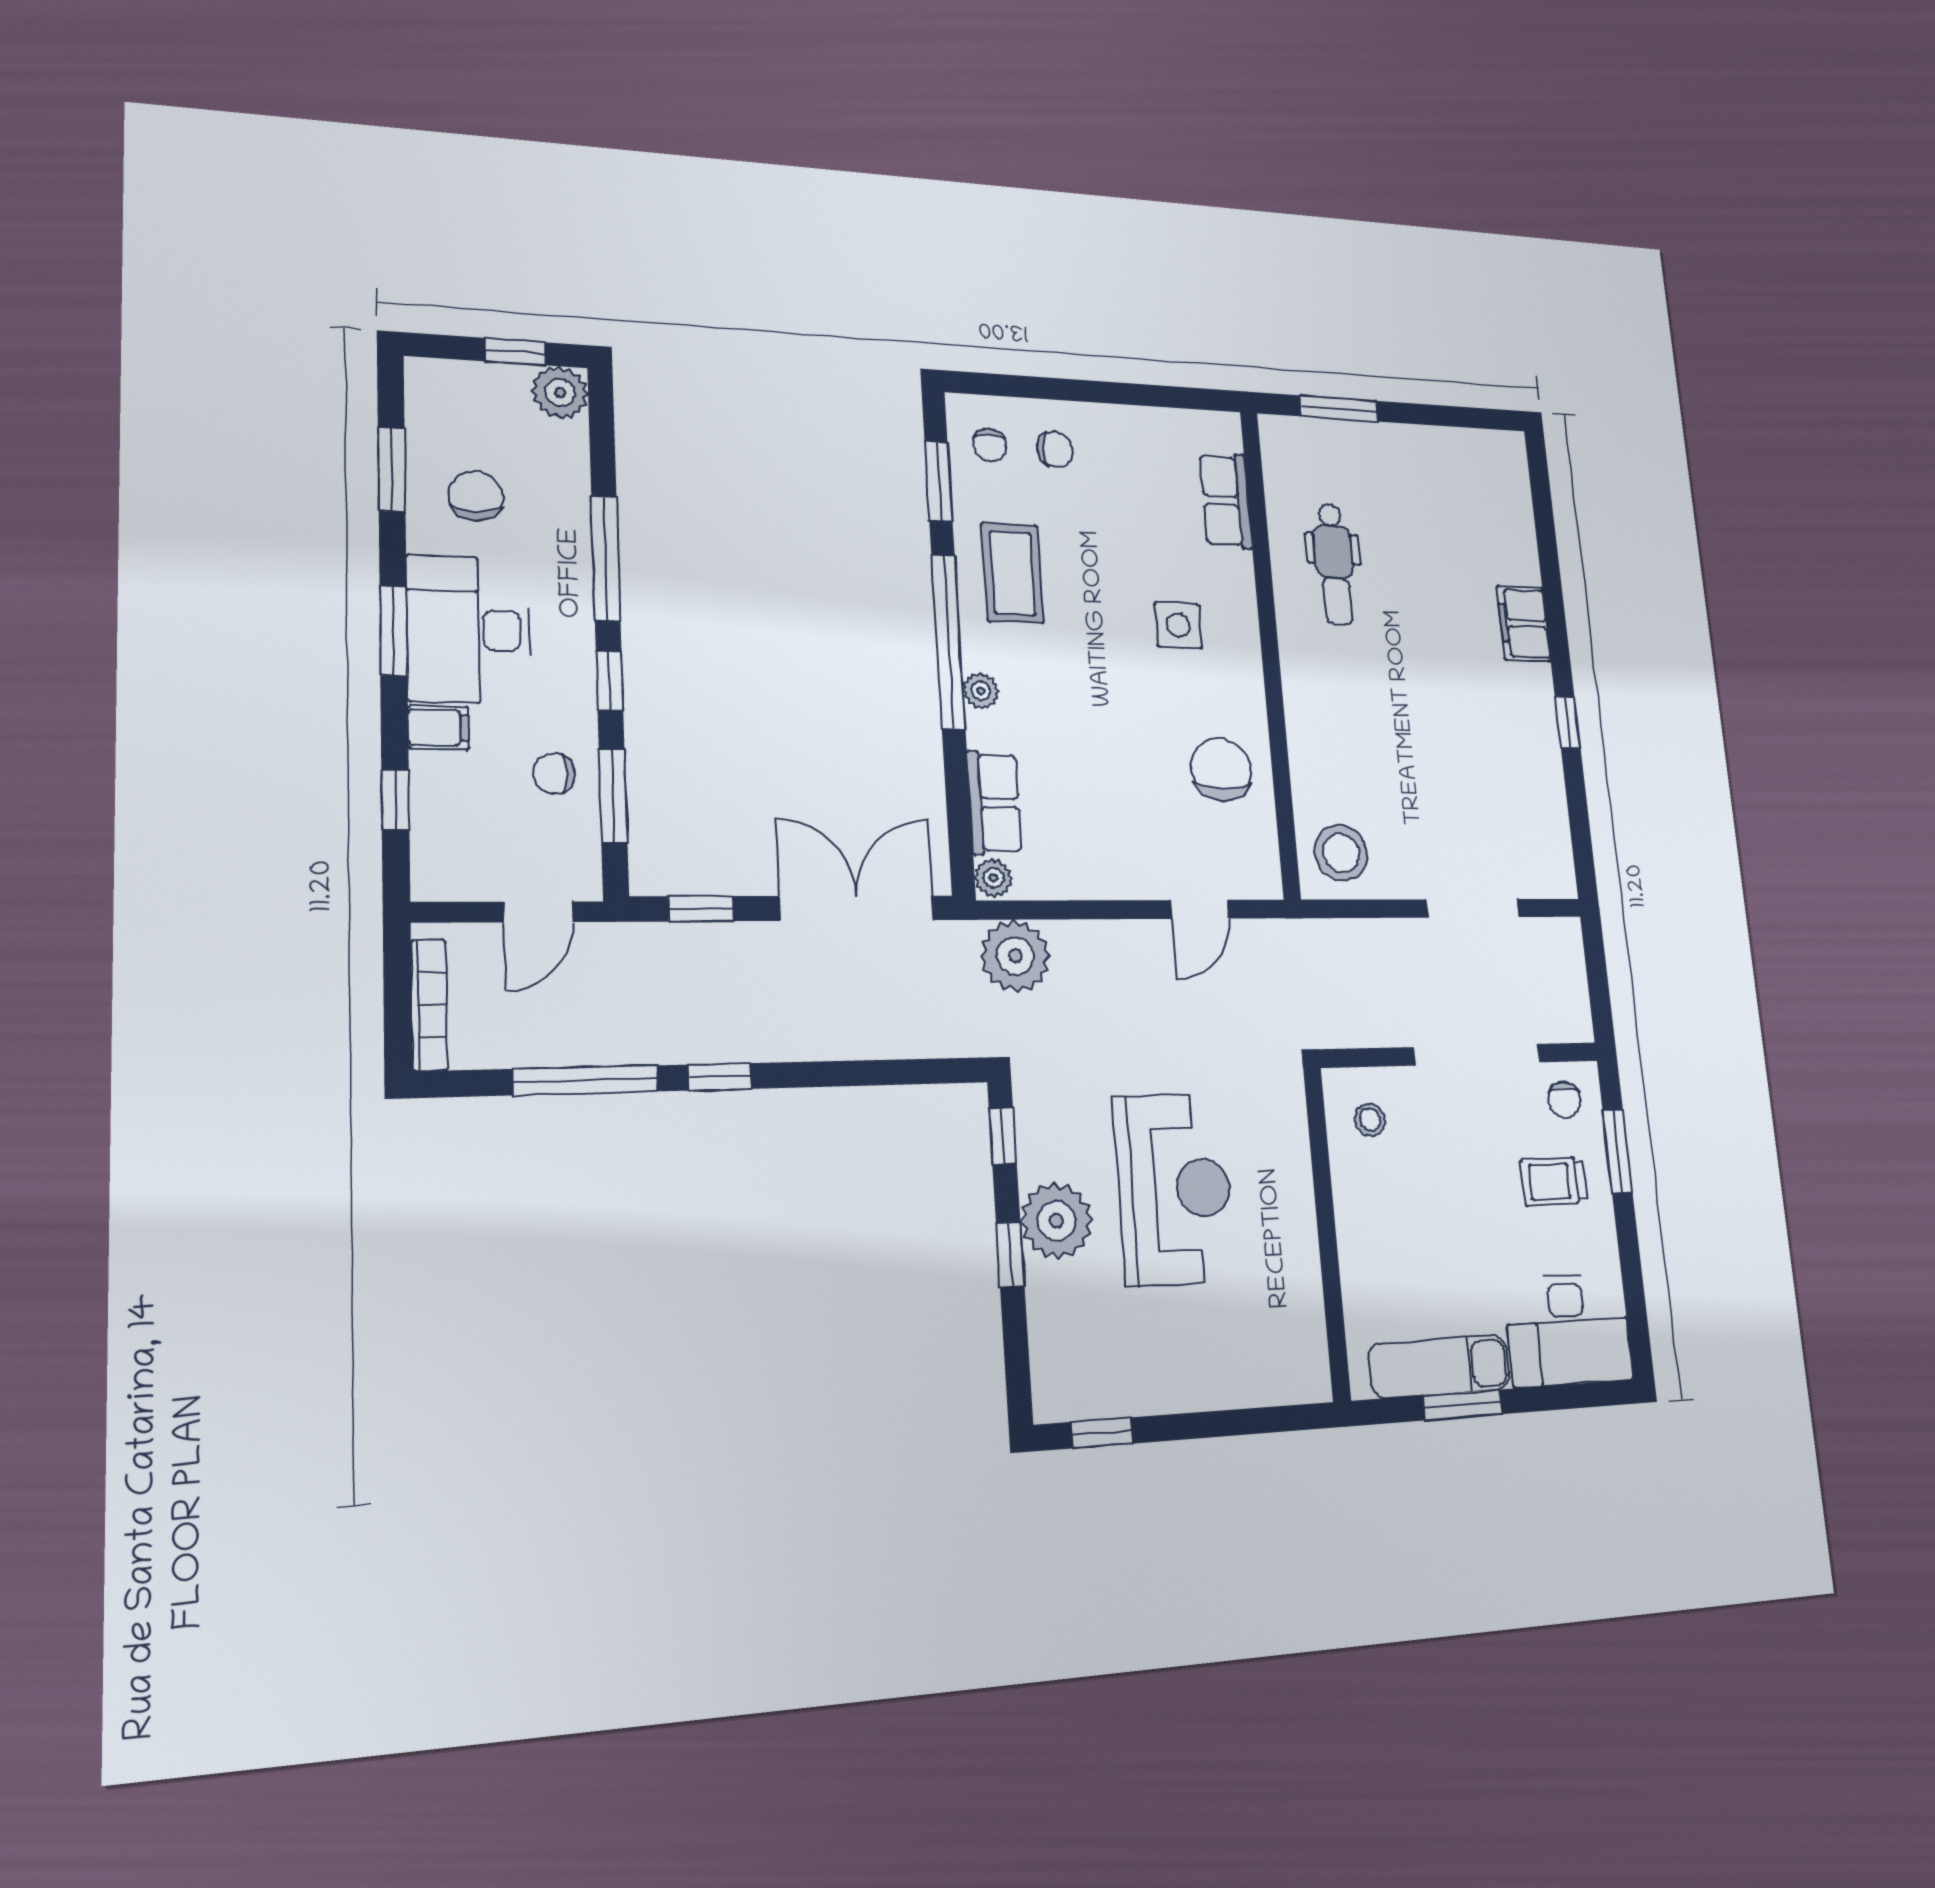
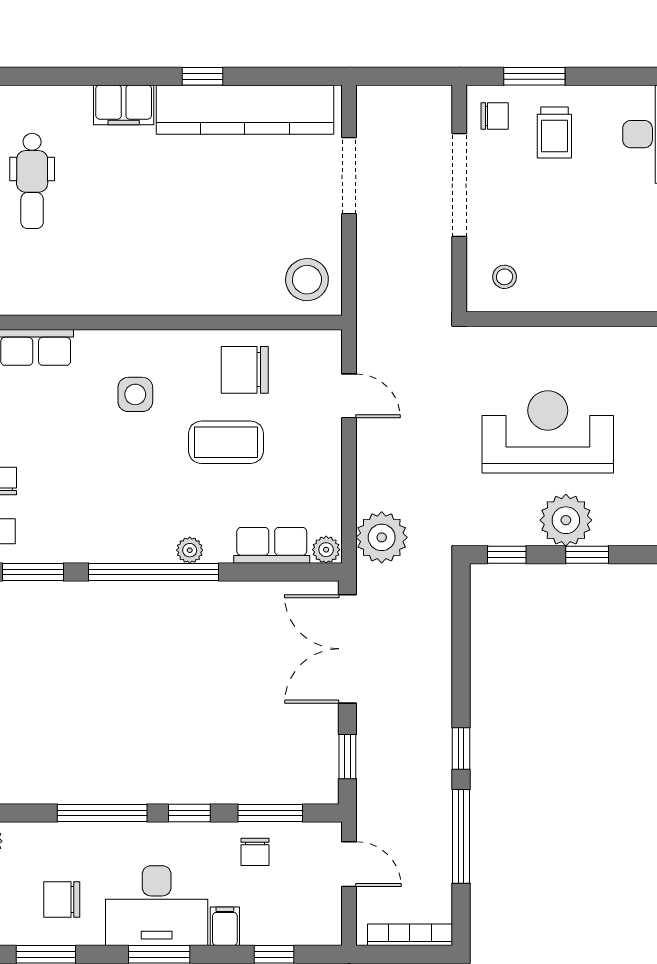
dental chair: (1334, 564) -> (32, 181), moved, turned 90
coffee table: (1013, 573) -> (226, 442), moved
kitchen counter: (1536, 775) -> (245, 110), added

